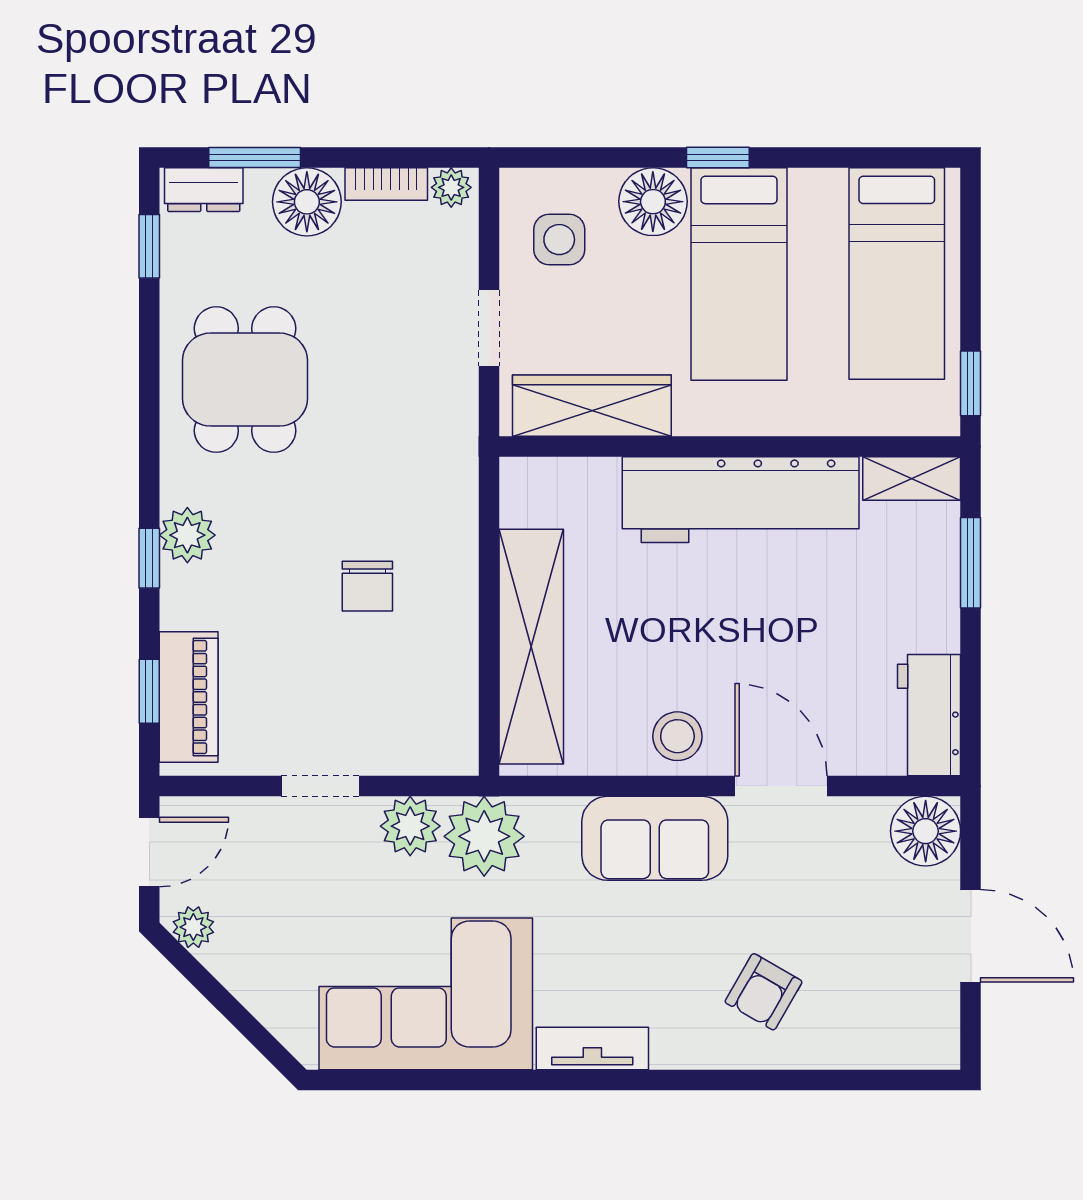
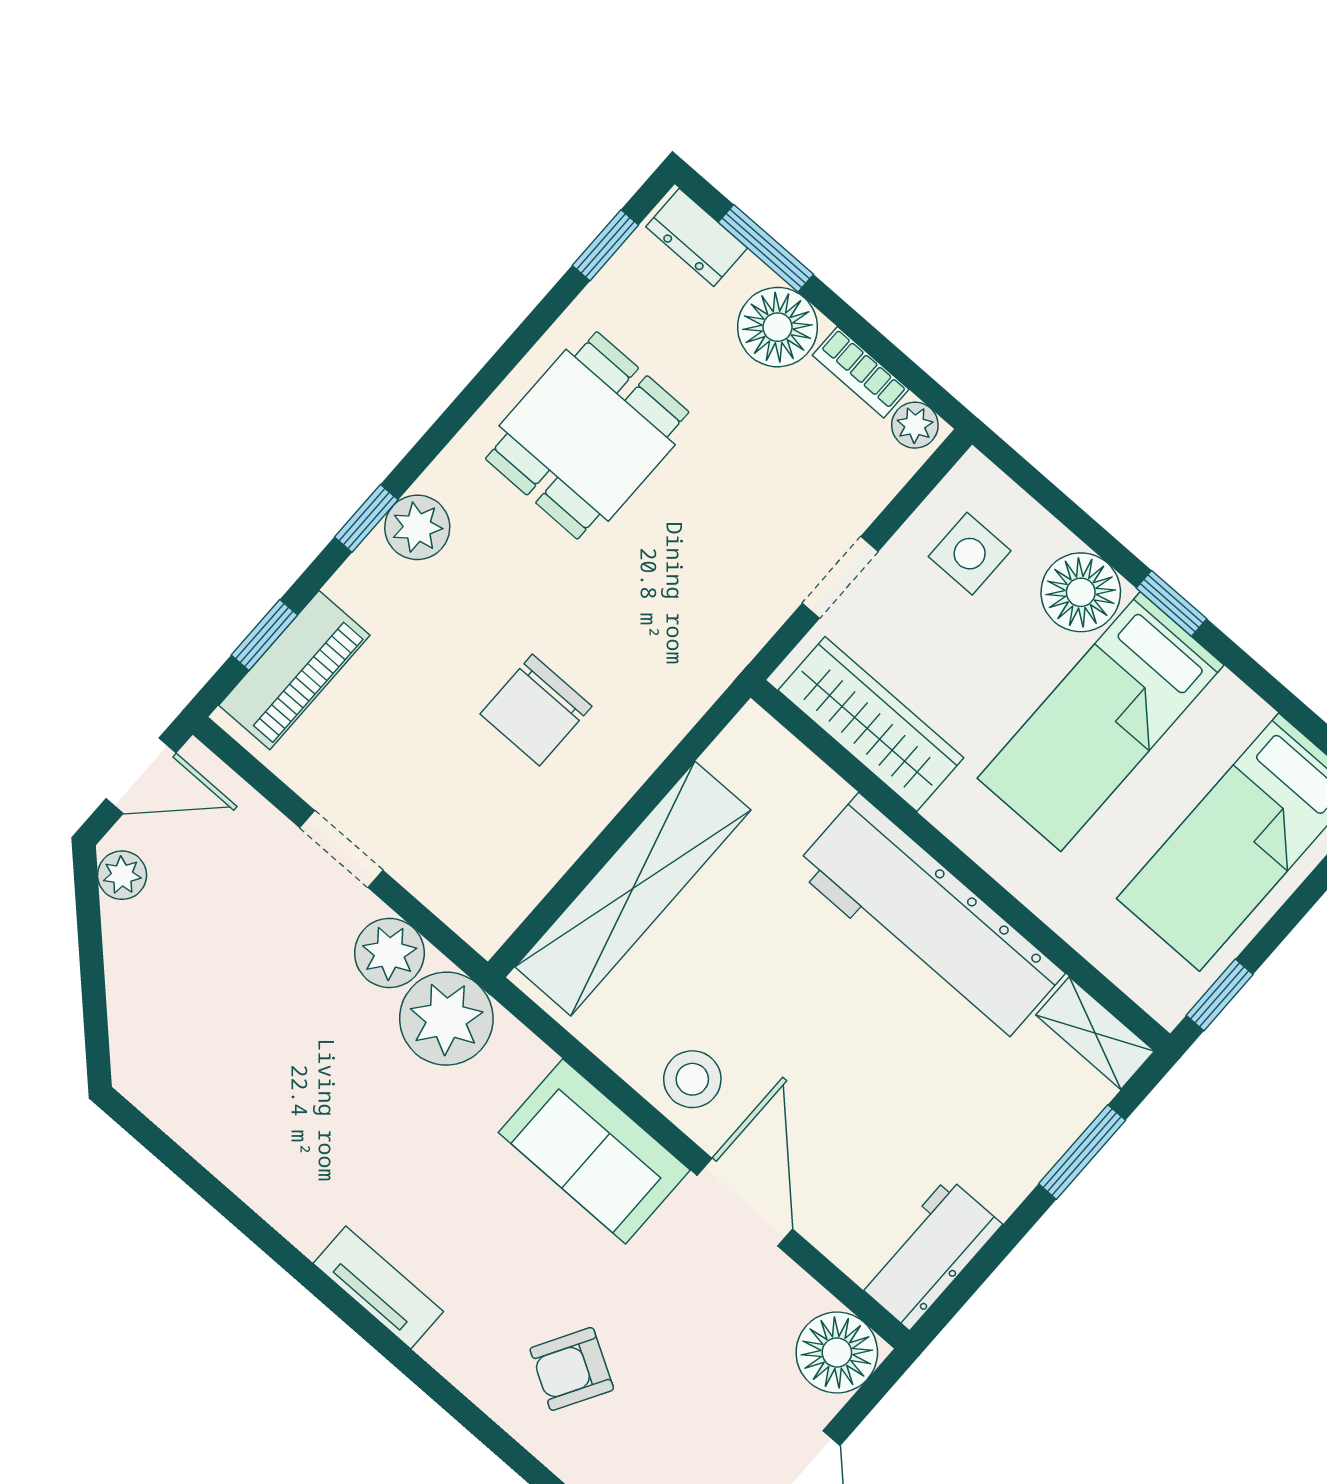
chair: (367, 586) -> (536, 710), width x1.37, depth x1.37
corner sofa: (426, 994) -> (274, 1112), removed

